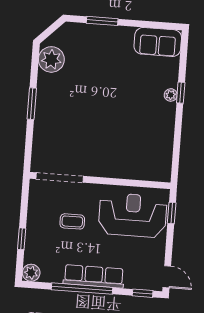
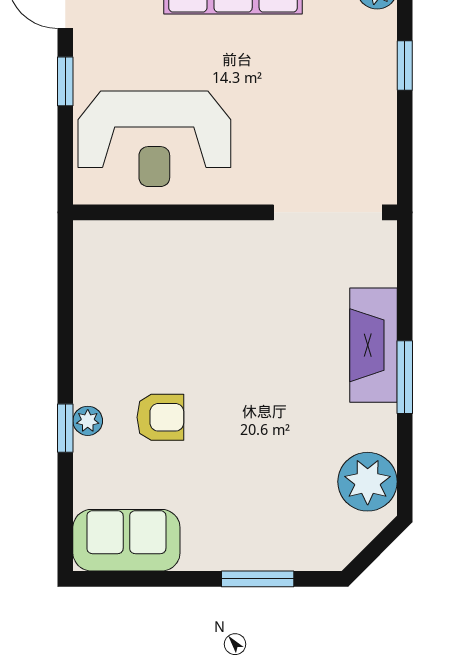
armchair: (139, 94) -> (160, 417), added
fireplace: (44, 118) -> (373, 345), added
window: (172, 213) -> (65, 81), moved
coffee table: (72, 221) -> (292, 114), removed

